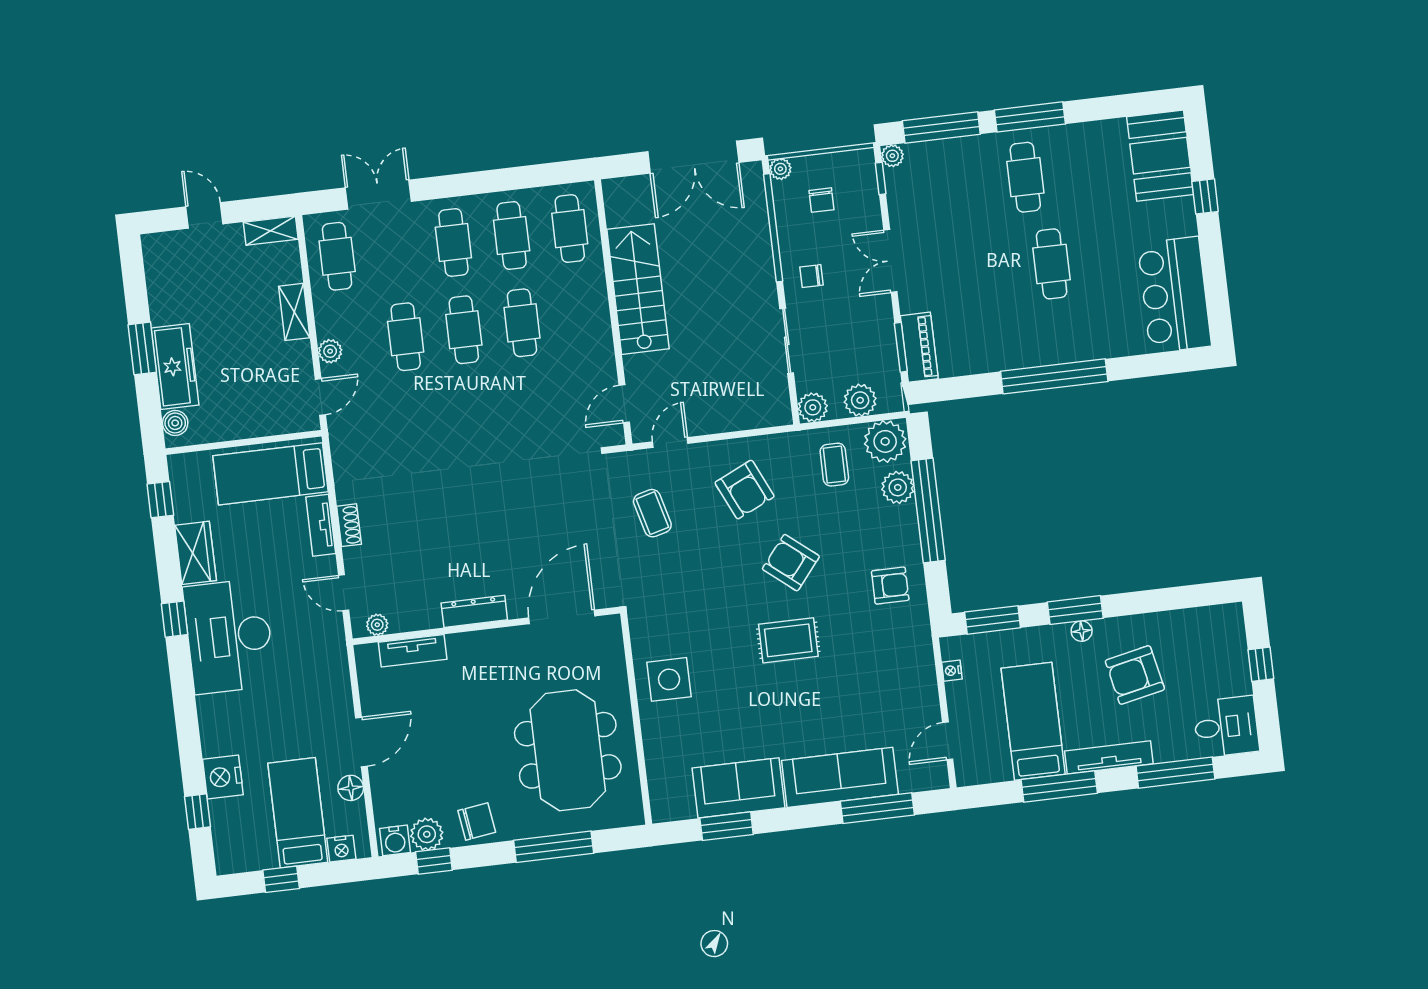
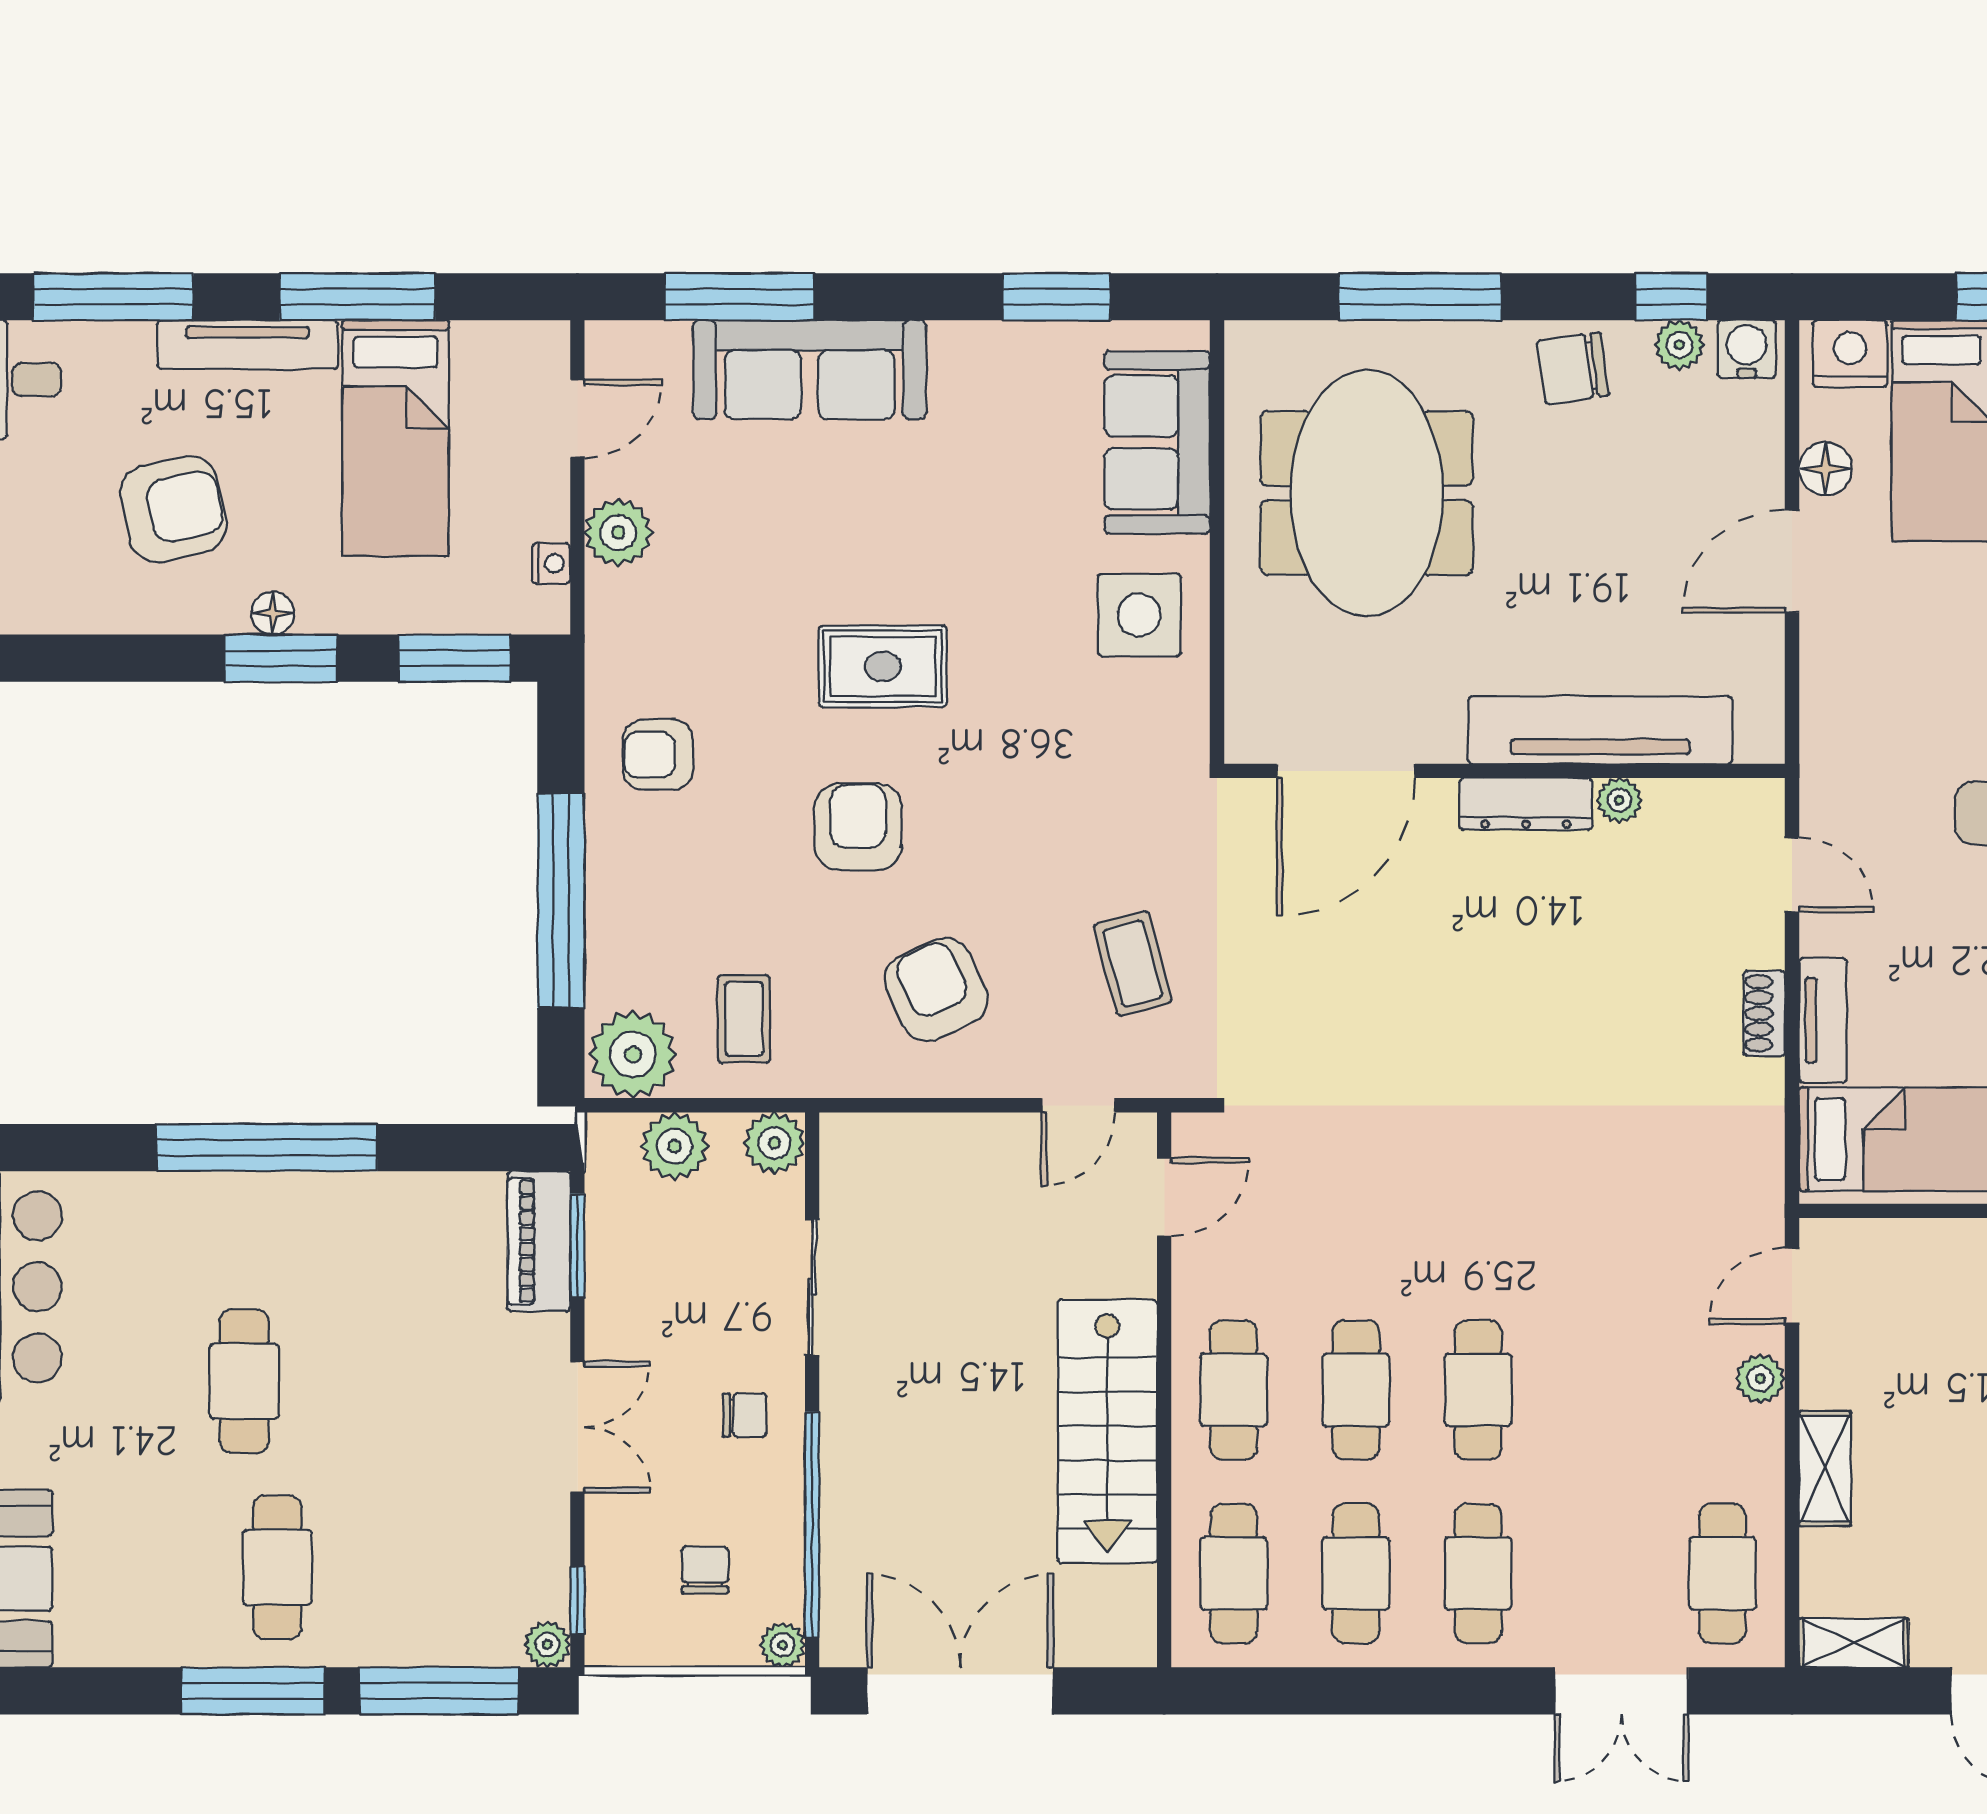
cafe table: (406, 337) -> (1234, 1390), moved
plant: (898, 487) -> (618, 533), moved
armchair: (791, 563) -> (858, 827), turned -129
plant: (377, 625) -> (1619, 800), moved
tv unit: (413, 651) -> (1600, 730), width x1.92, depth x1.29
sofa: (739, 788) -> (1157, 442), moved, turned 90
plant: (427, 834) -> (1679, 345), width x0.73, depth x0.73
nightstand: (341, 849) -> (1850, 354), width x1.36, depth x1.33

